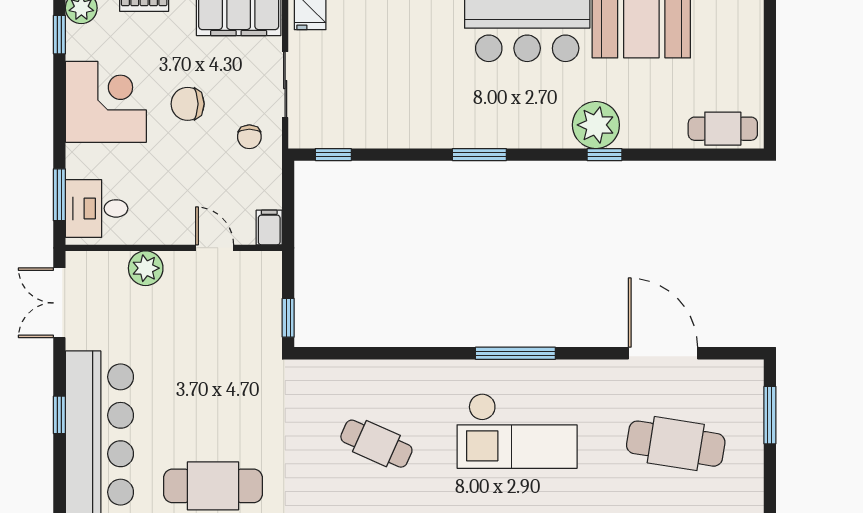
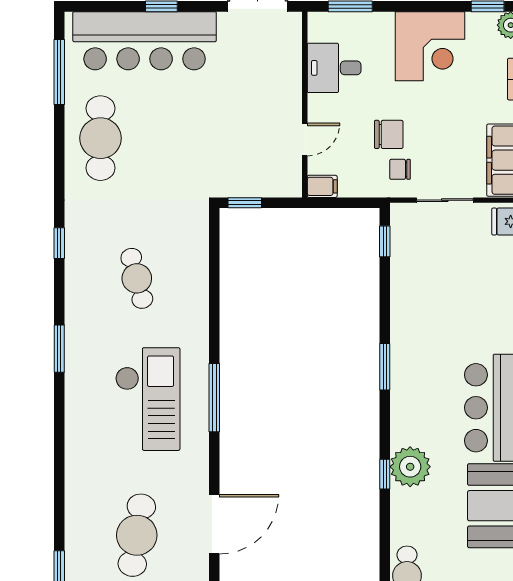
chair: (188, 104) -> (389, 134), moved, turned 90
desk: (97, 208) -> (334, 68), moved, turned -90
plant: (146, 268) -> (287, 80), removed
checkout: (517, 431) -> (148, 399), turned 180
cafe table: (376, 444) -> (137, 278), turned -39

